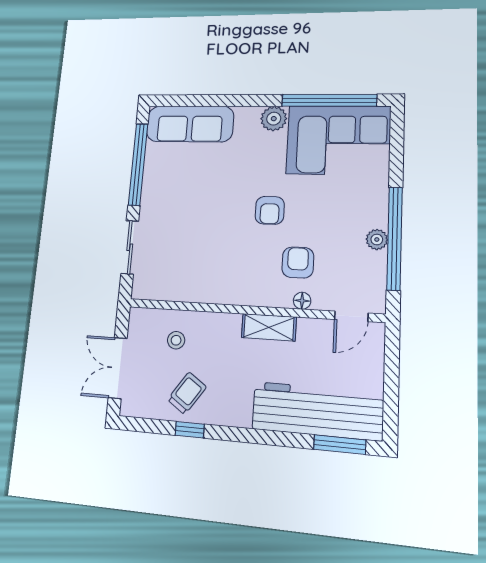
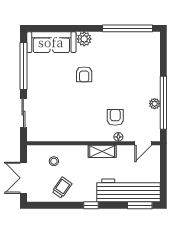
plant: (274, 119) -> (84, 39), moved
corner sofa: (338, 140) -> (133, 51), removed
armchair: (270, 210) -> (84, 74), moved
window: (190, 430) -> (91, 205), moved

